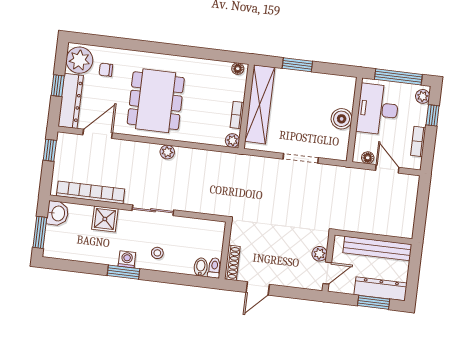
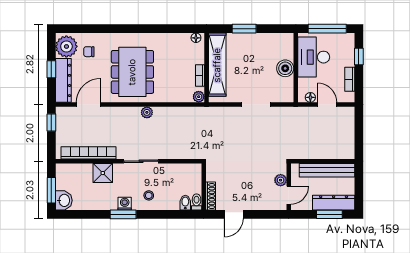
plant: (423, 96) -> (349, 42), removed
washbasin: (58, 213) -> (64, 200), moved

